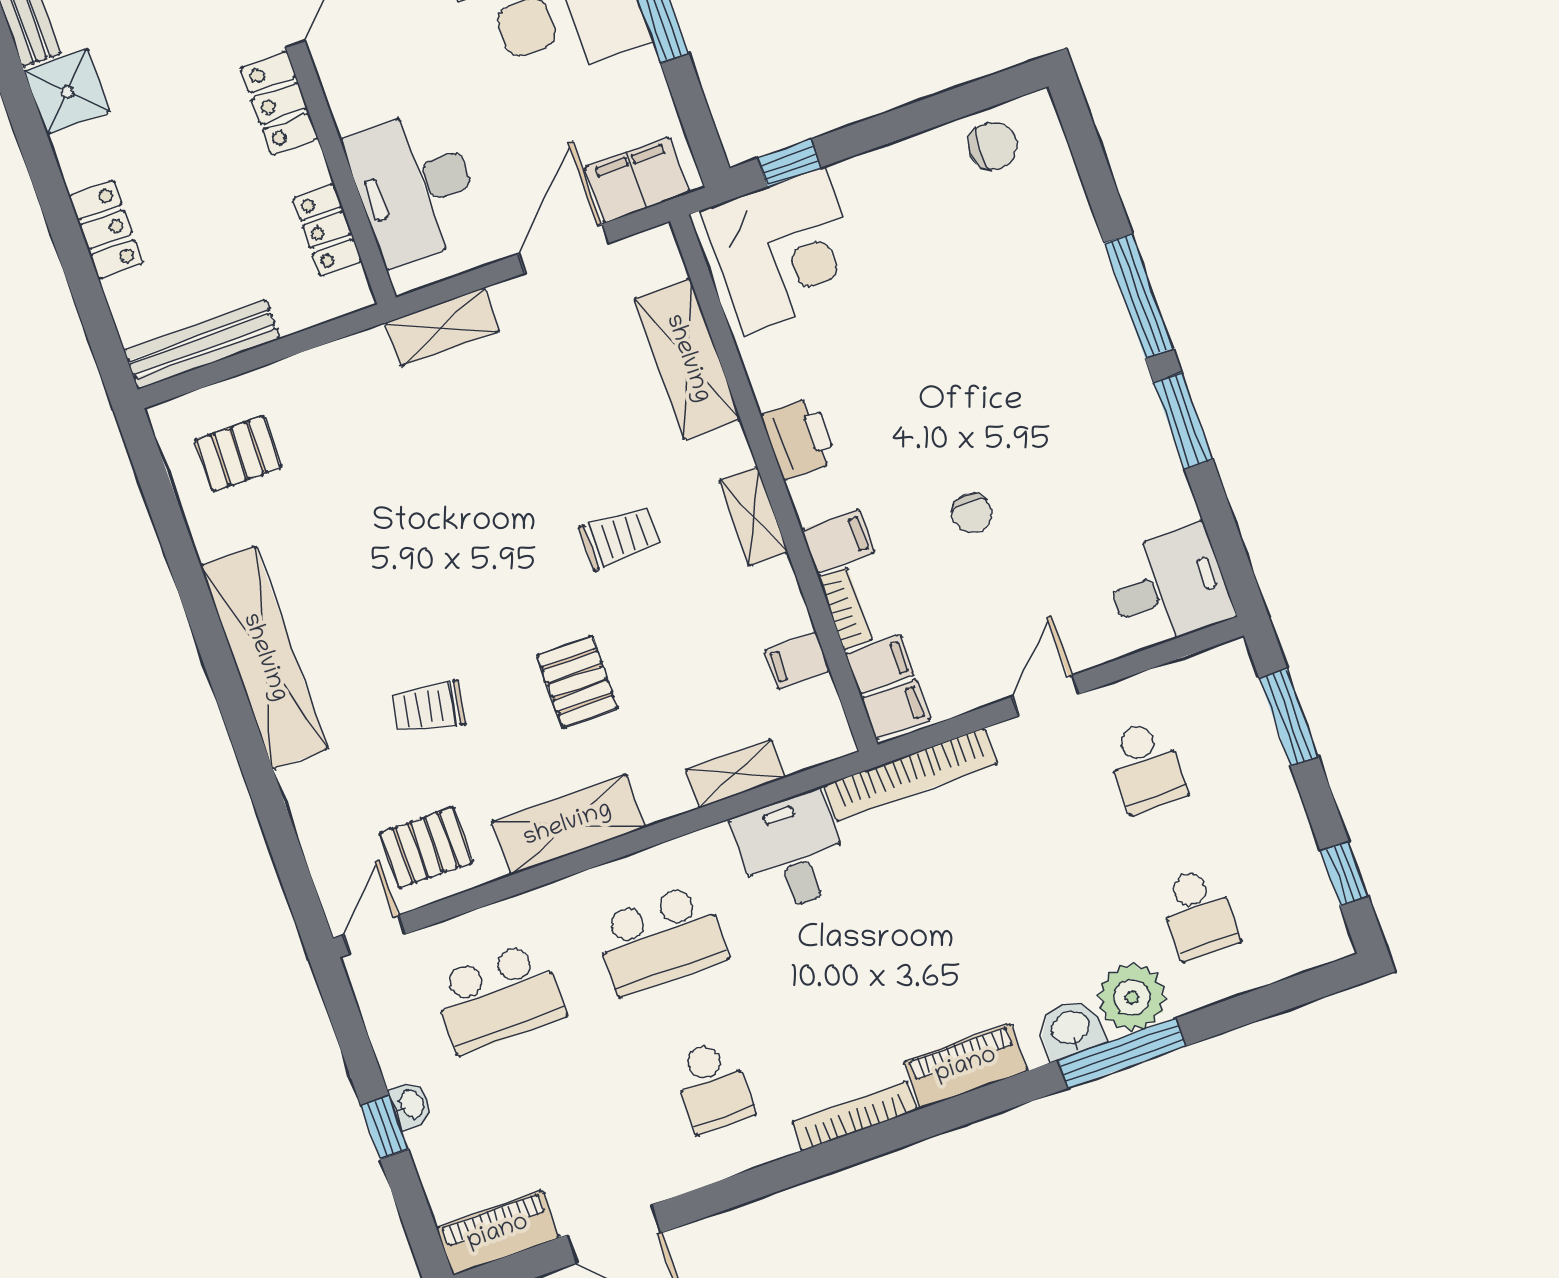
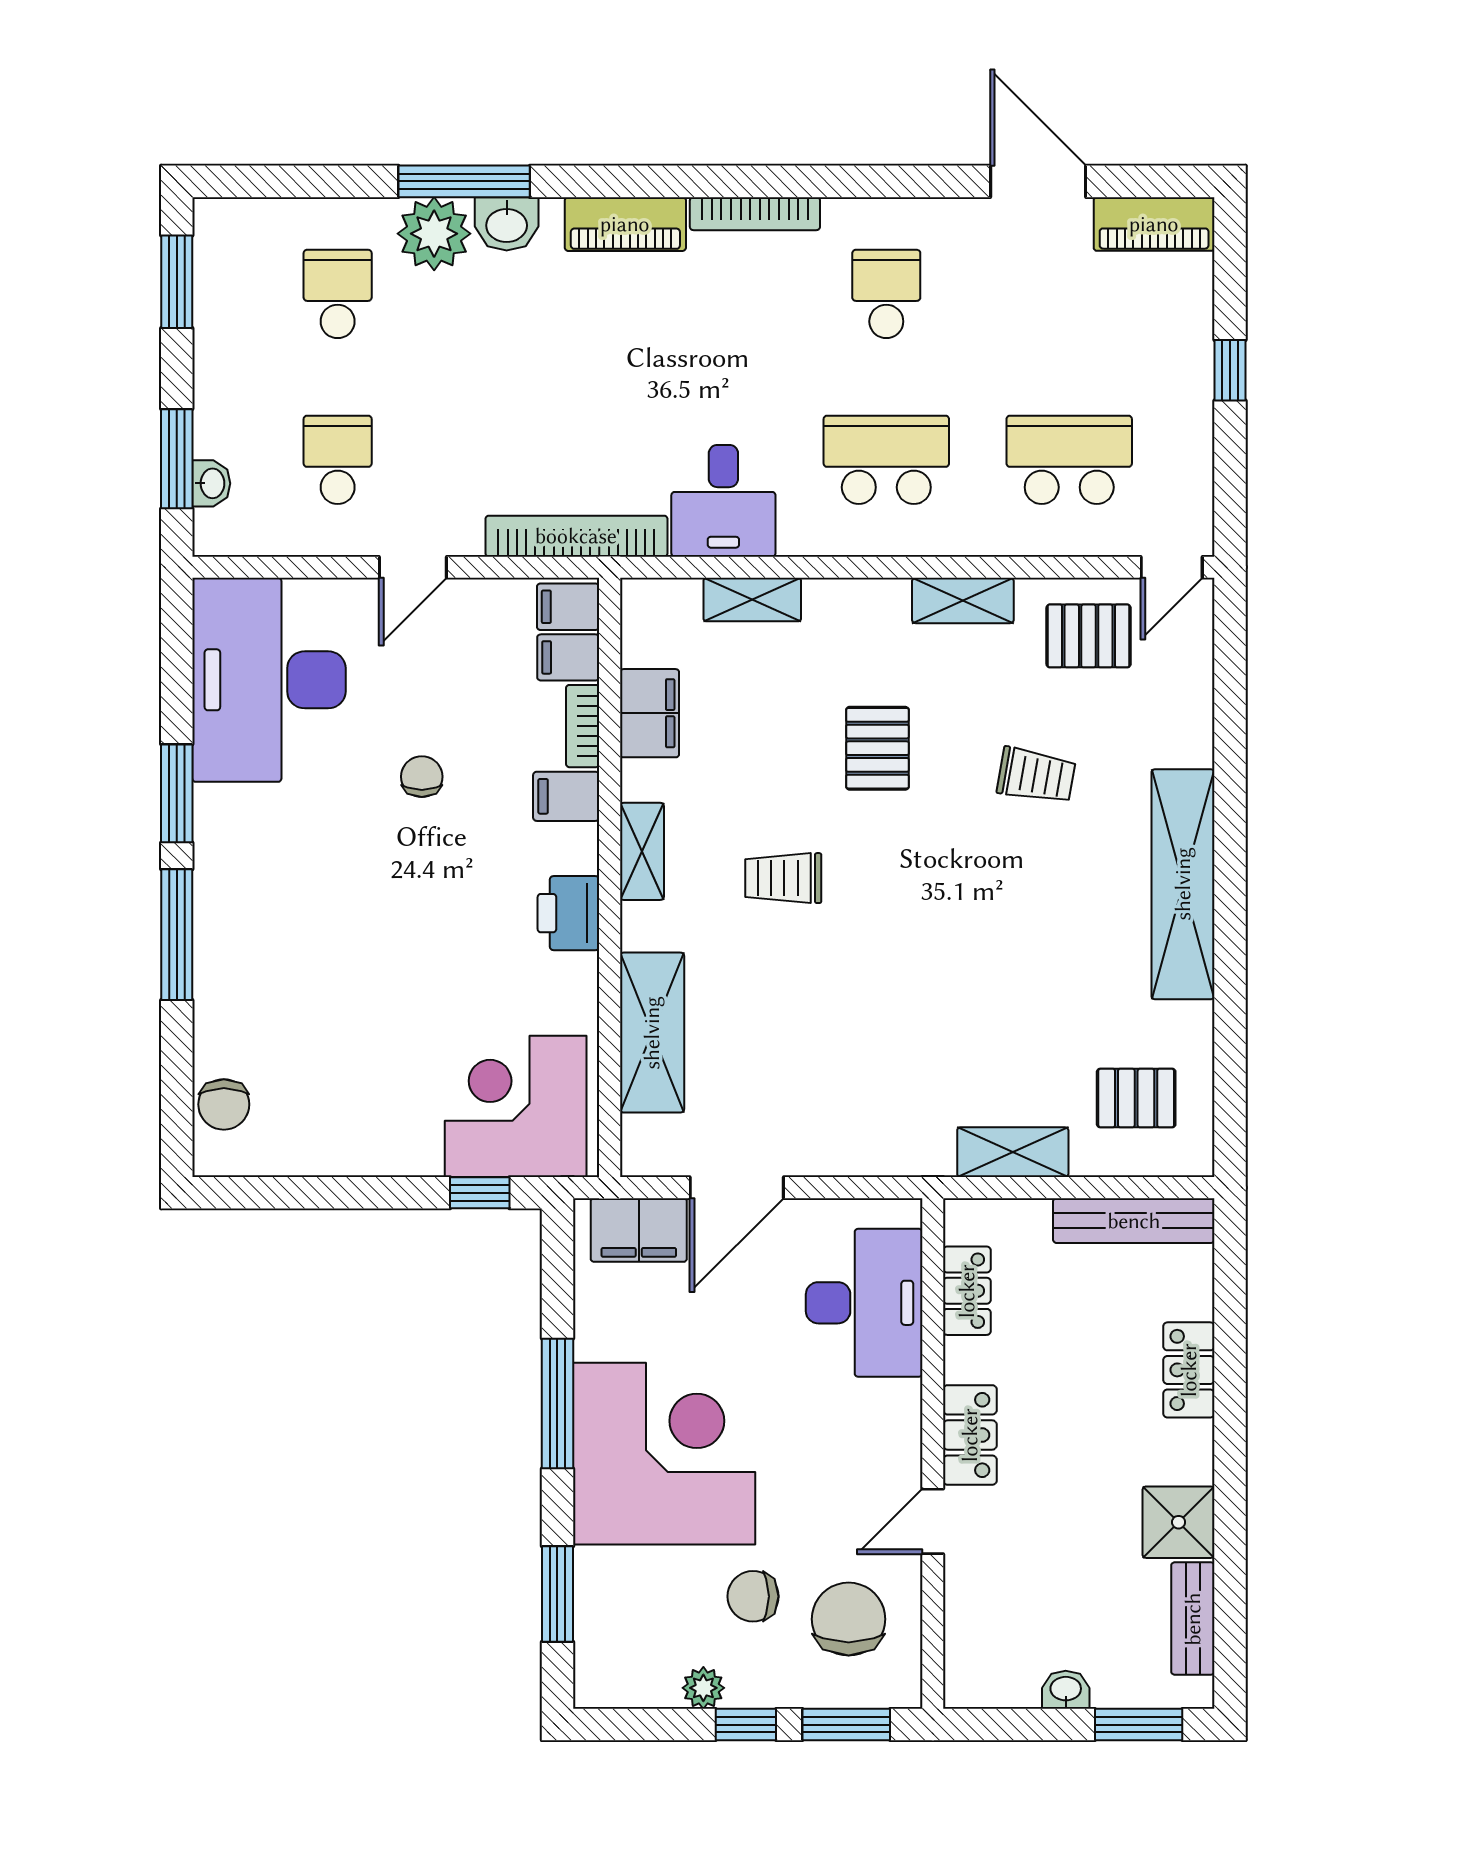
chair: (993, 146) -> (224, 1104), moved, turned -90
shelving: (442, 327) -> (1013, 1152), moved
desk: (1168, 587) -> (269, 680), width x1.87, depth x1.30
filing cabinet: (797, 660) -> (649, 713), width x2.00
shelving: (568, 825) -> (963, 600), width x0.67, depth x0.75
window: (1344, 874) -> (177, 282), width x1.50
washbasin: (411, 1105) -> (211, 483), moved, turned 180

